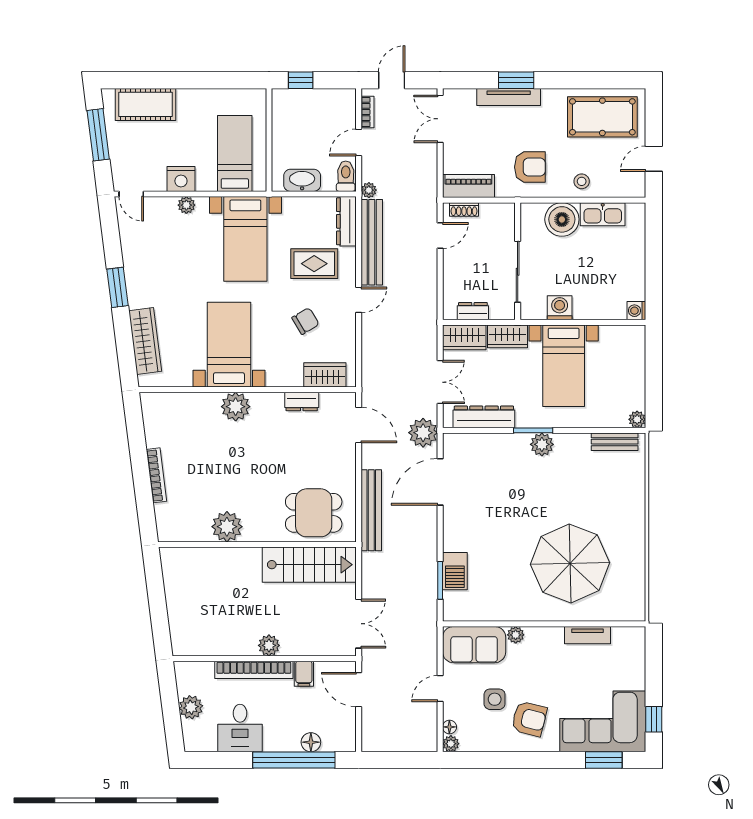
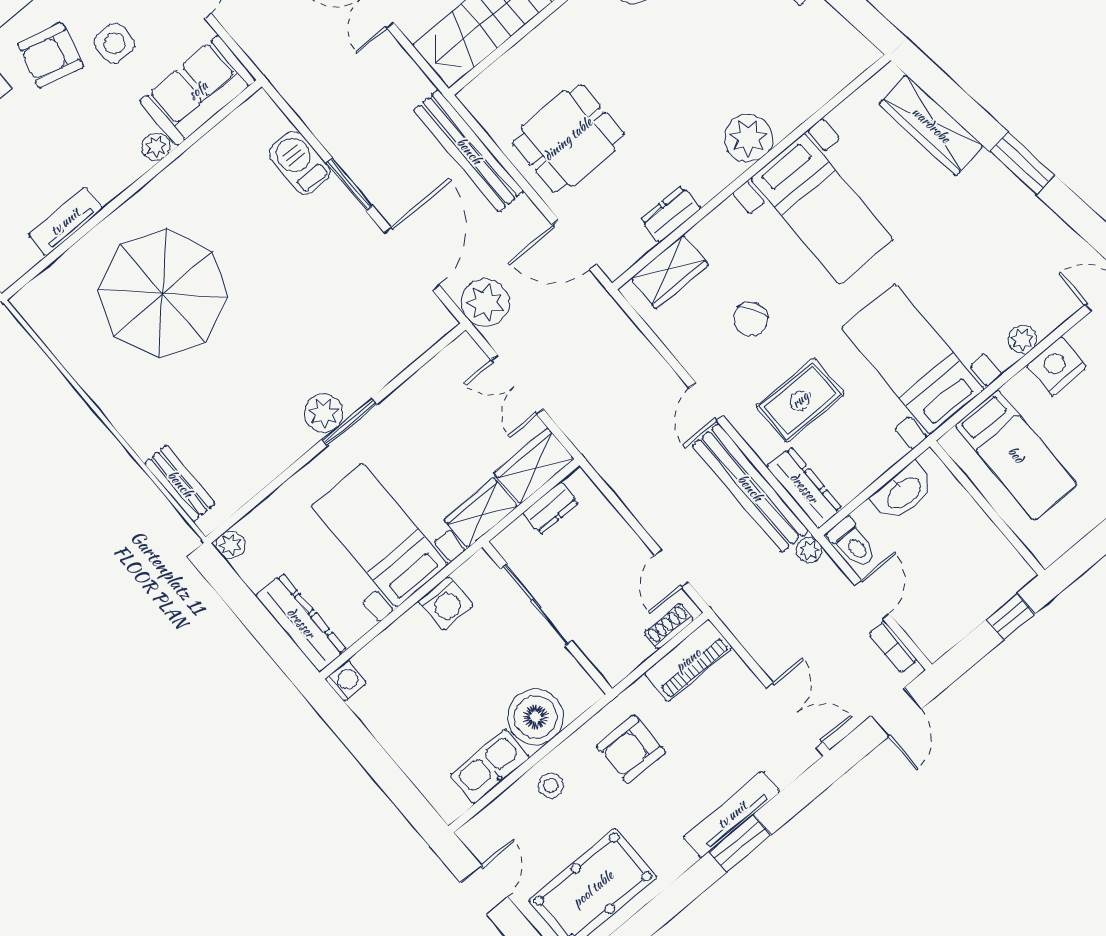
dresser: (484, 417) -> (301, 623), moved, turned -90
bench: (615, 442) -> (180, 484), moved, turned 90
dining table: (314, 513) -> (568, 139), moved
window: (440, 580) -> (349, 185), moved

